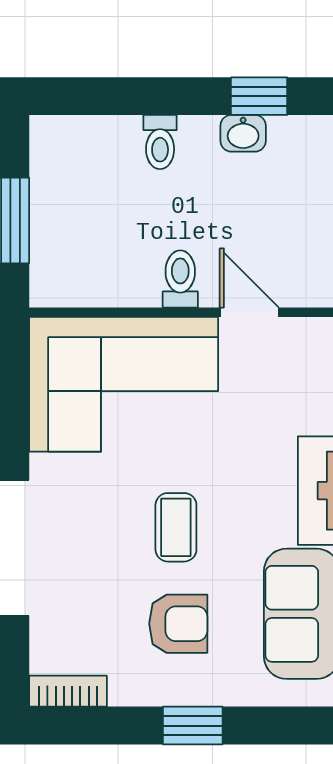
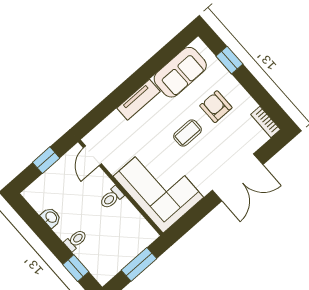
window: (259, 96) -> (76, 268), moved
door: (249, 312) -> (92, 156), moved
window: (193, 726) -> (229, 60), moved

